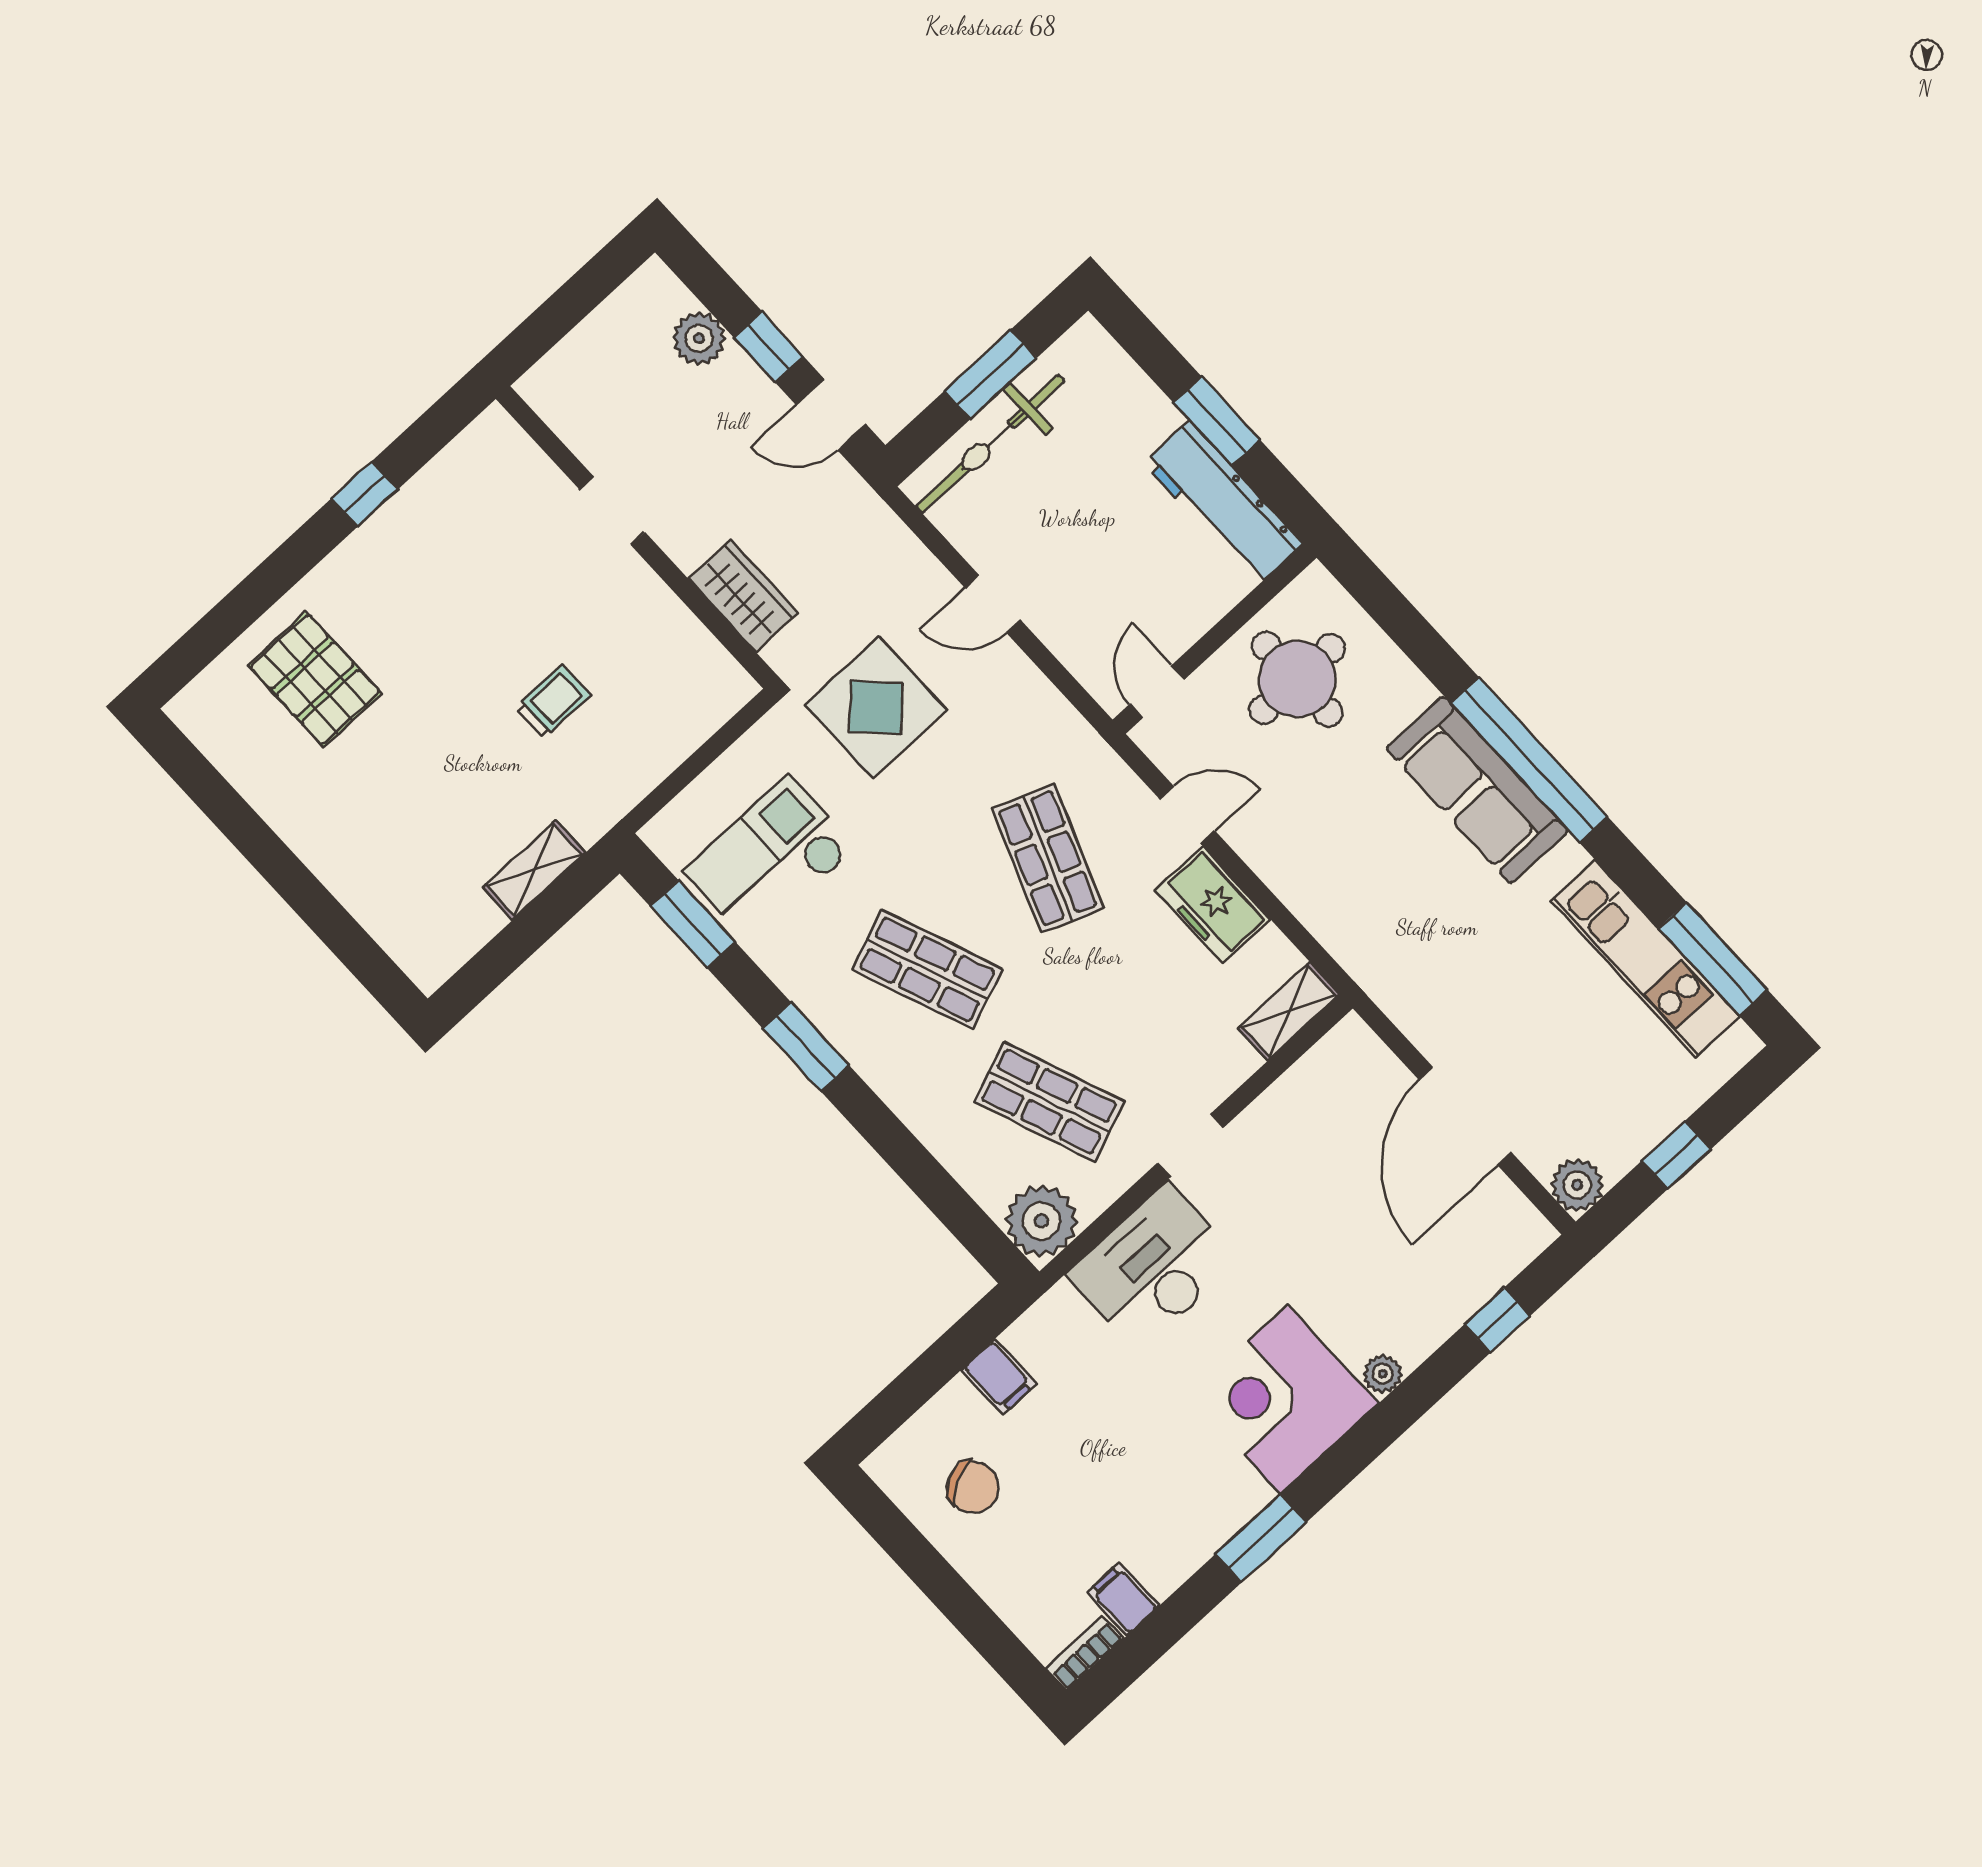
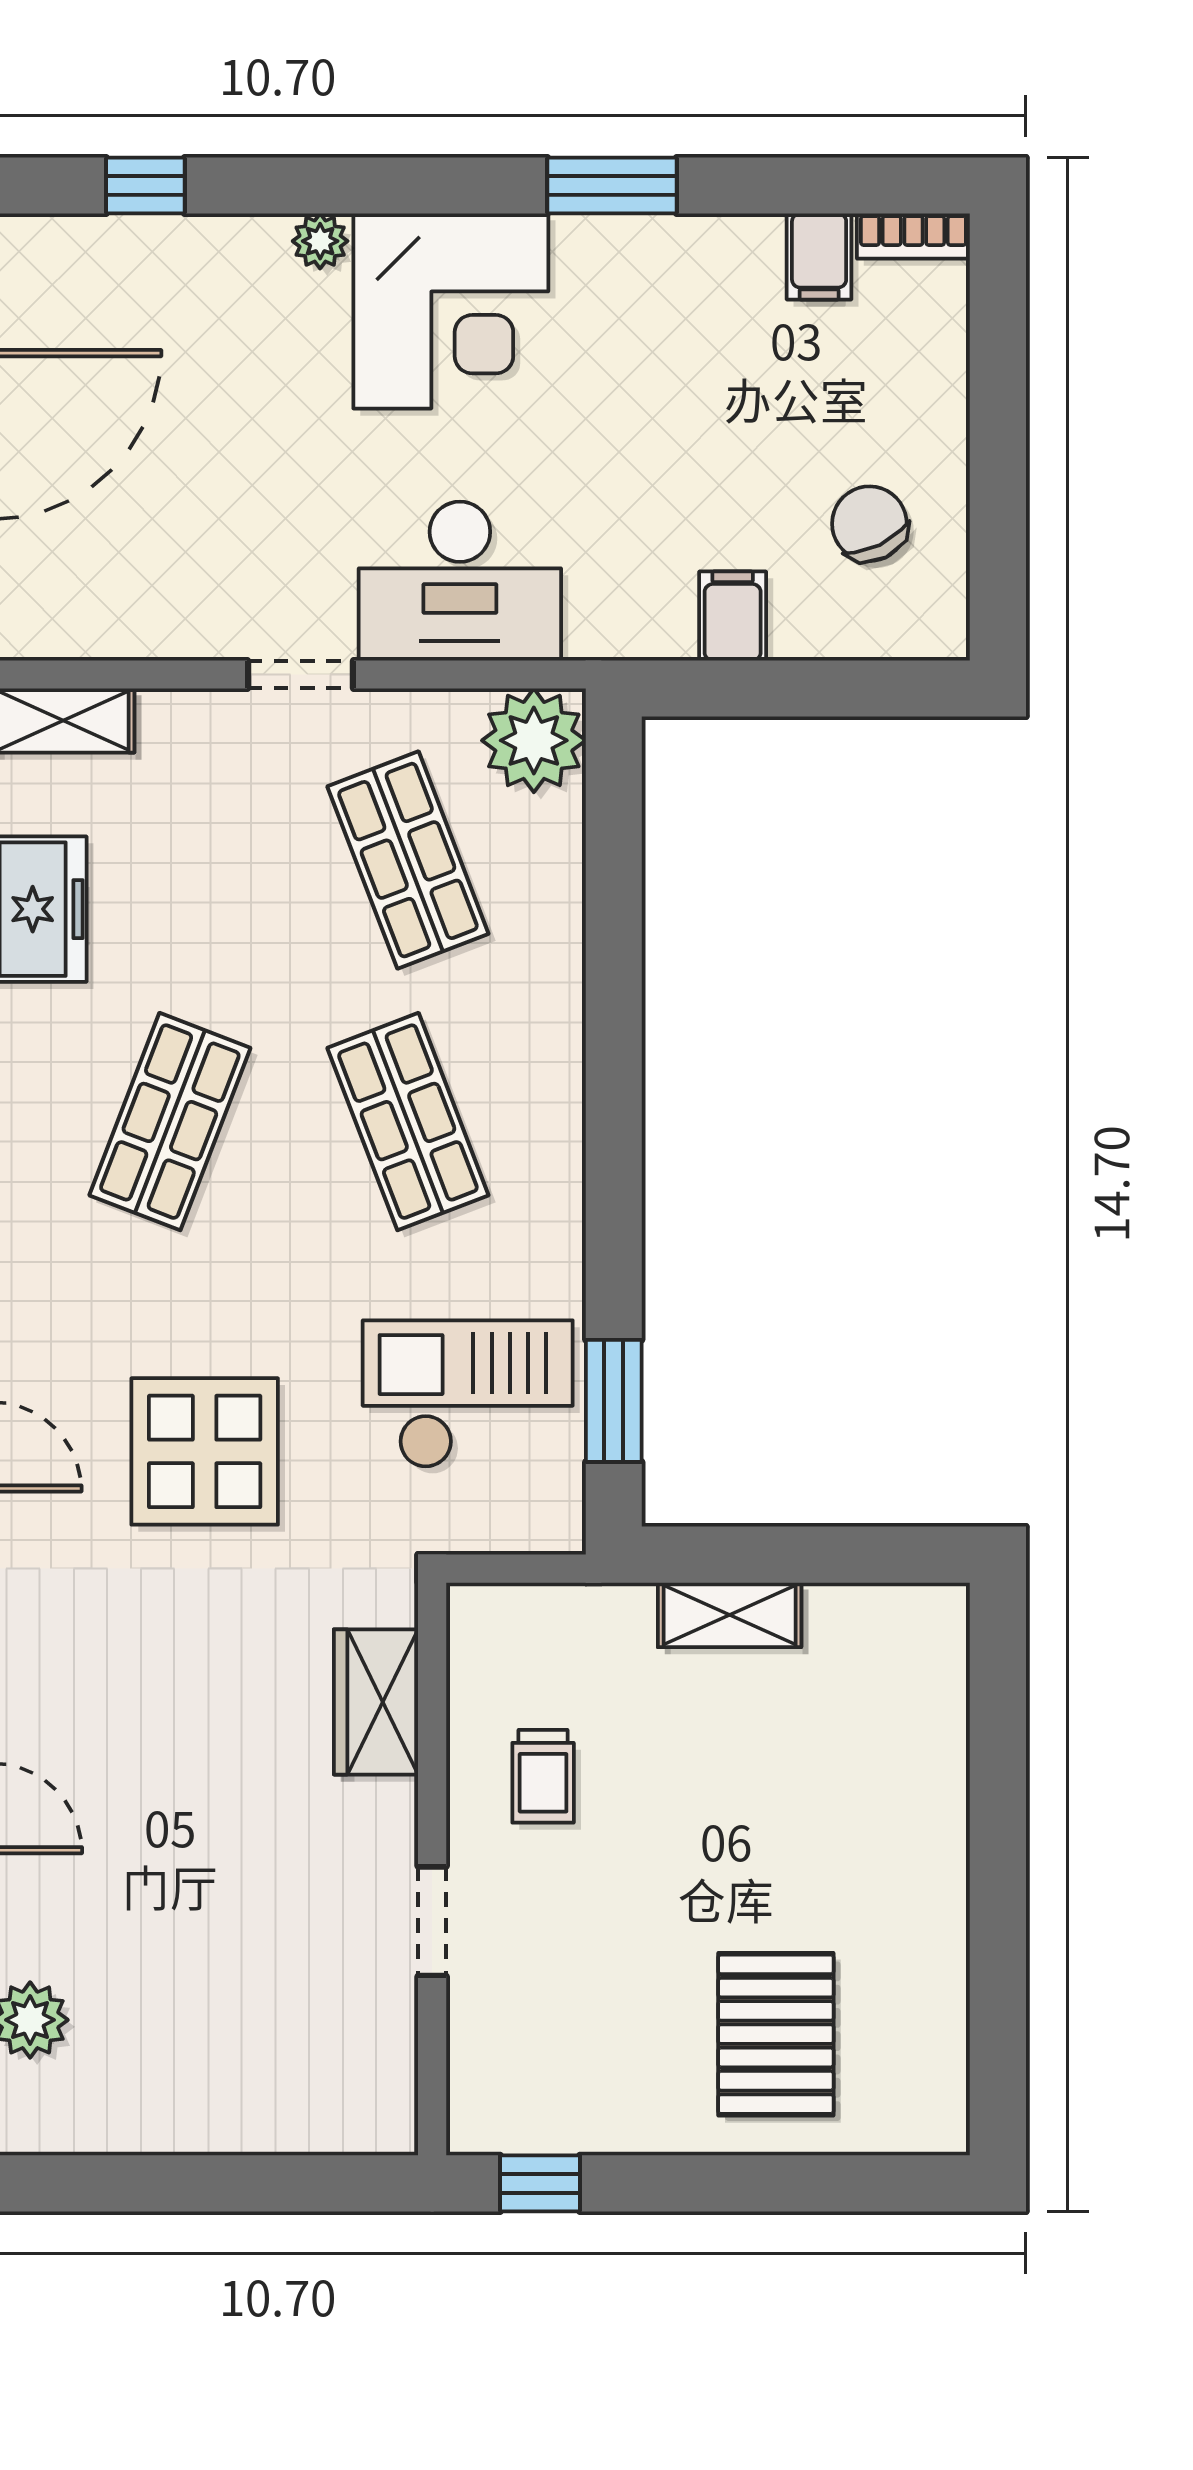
doorway: (612, 511) -> (432, 1921), moved
wall: (637, 537) -> (432, 1869), moved
wardrobe: (743, 596) -> (376, 1702), moved
trolley: (553, 701) -> (543, 1776), turned -90
checkout: (770, 859) -> (468, 1394), turned 180
window: (806, 1047) -> (614, 1159), removed

